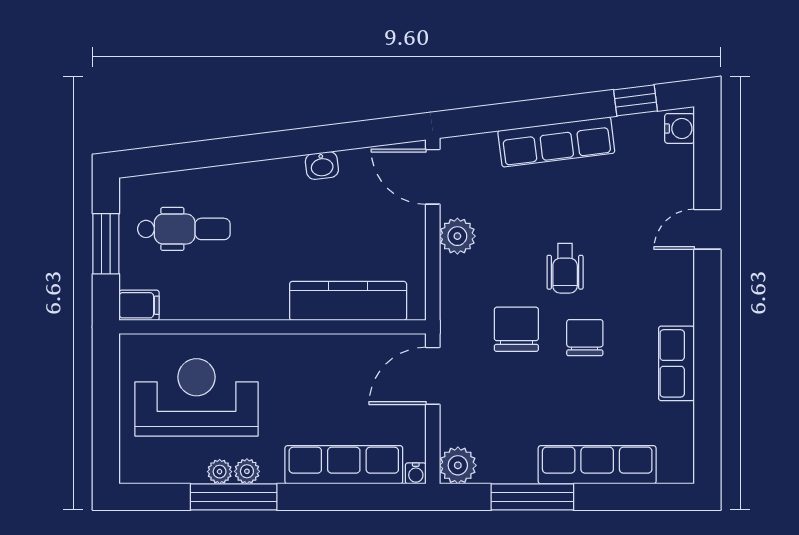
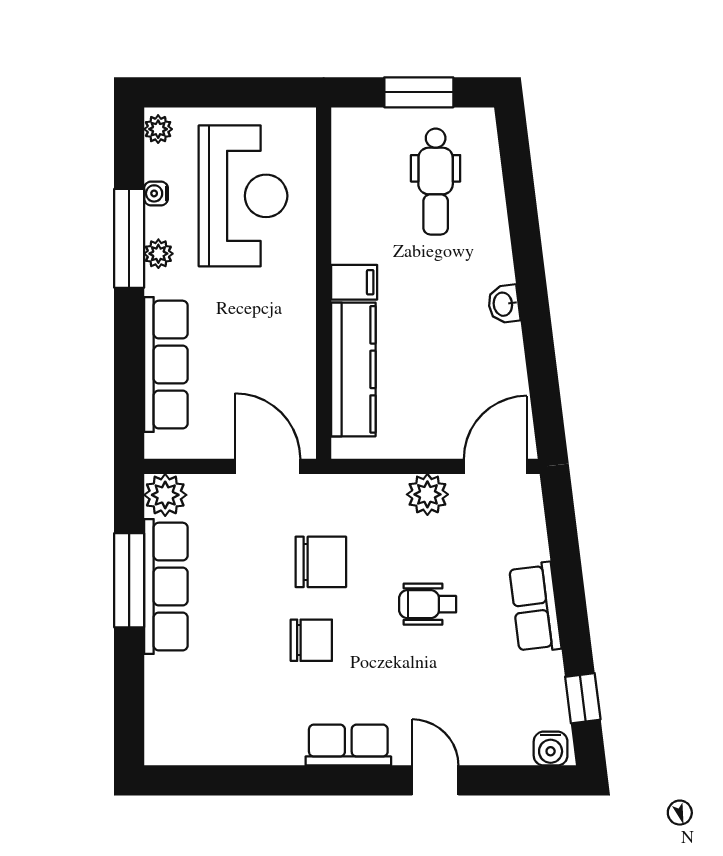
row of seats: (556, 142) -> (535, 608), width x0.68
washbasin: (322, 165) -> (504, 304), moved
wheelchair: (565, 268) -> (428, 604), moved
filing cabinet: (139, 305) -> (354, 282), moved, turned -90
row of seats: (676, 363) -> (348, 745), moved
row of seats: (597, 465) -> (166, 587), moved
plant: (220, 472) -> (158, 129), moved
water cooler: (416, 473) -> (156, 193), moved

